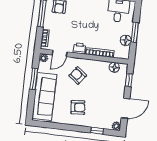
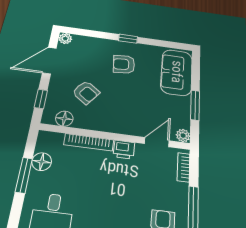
armchair: (78, 76) -> (86, 92), moved
sofa: (44, 97) -> (177, 72), width x0.73
window: (97, 131) -> (128, 39), moved

